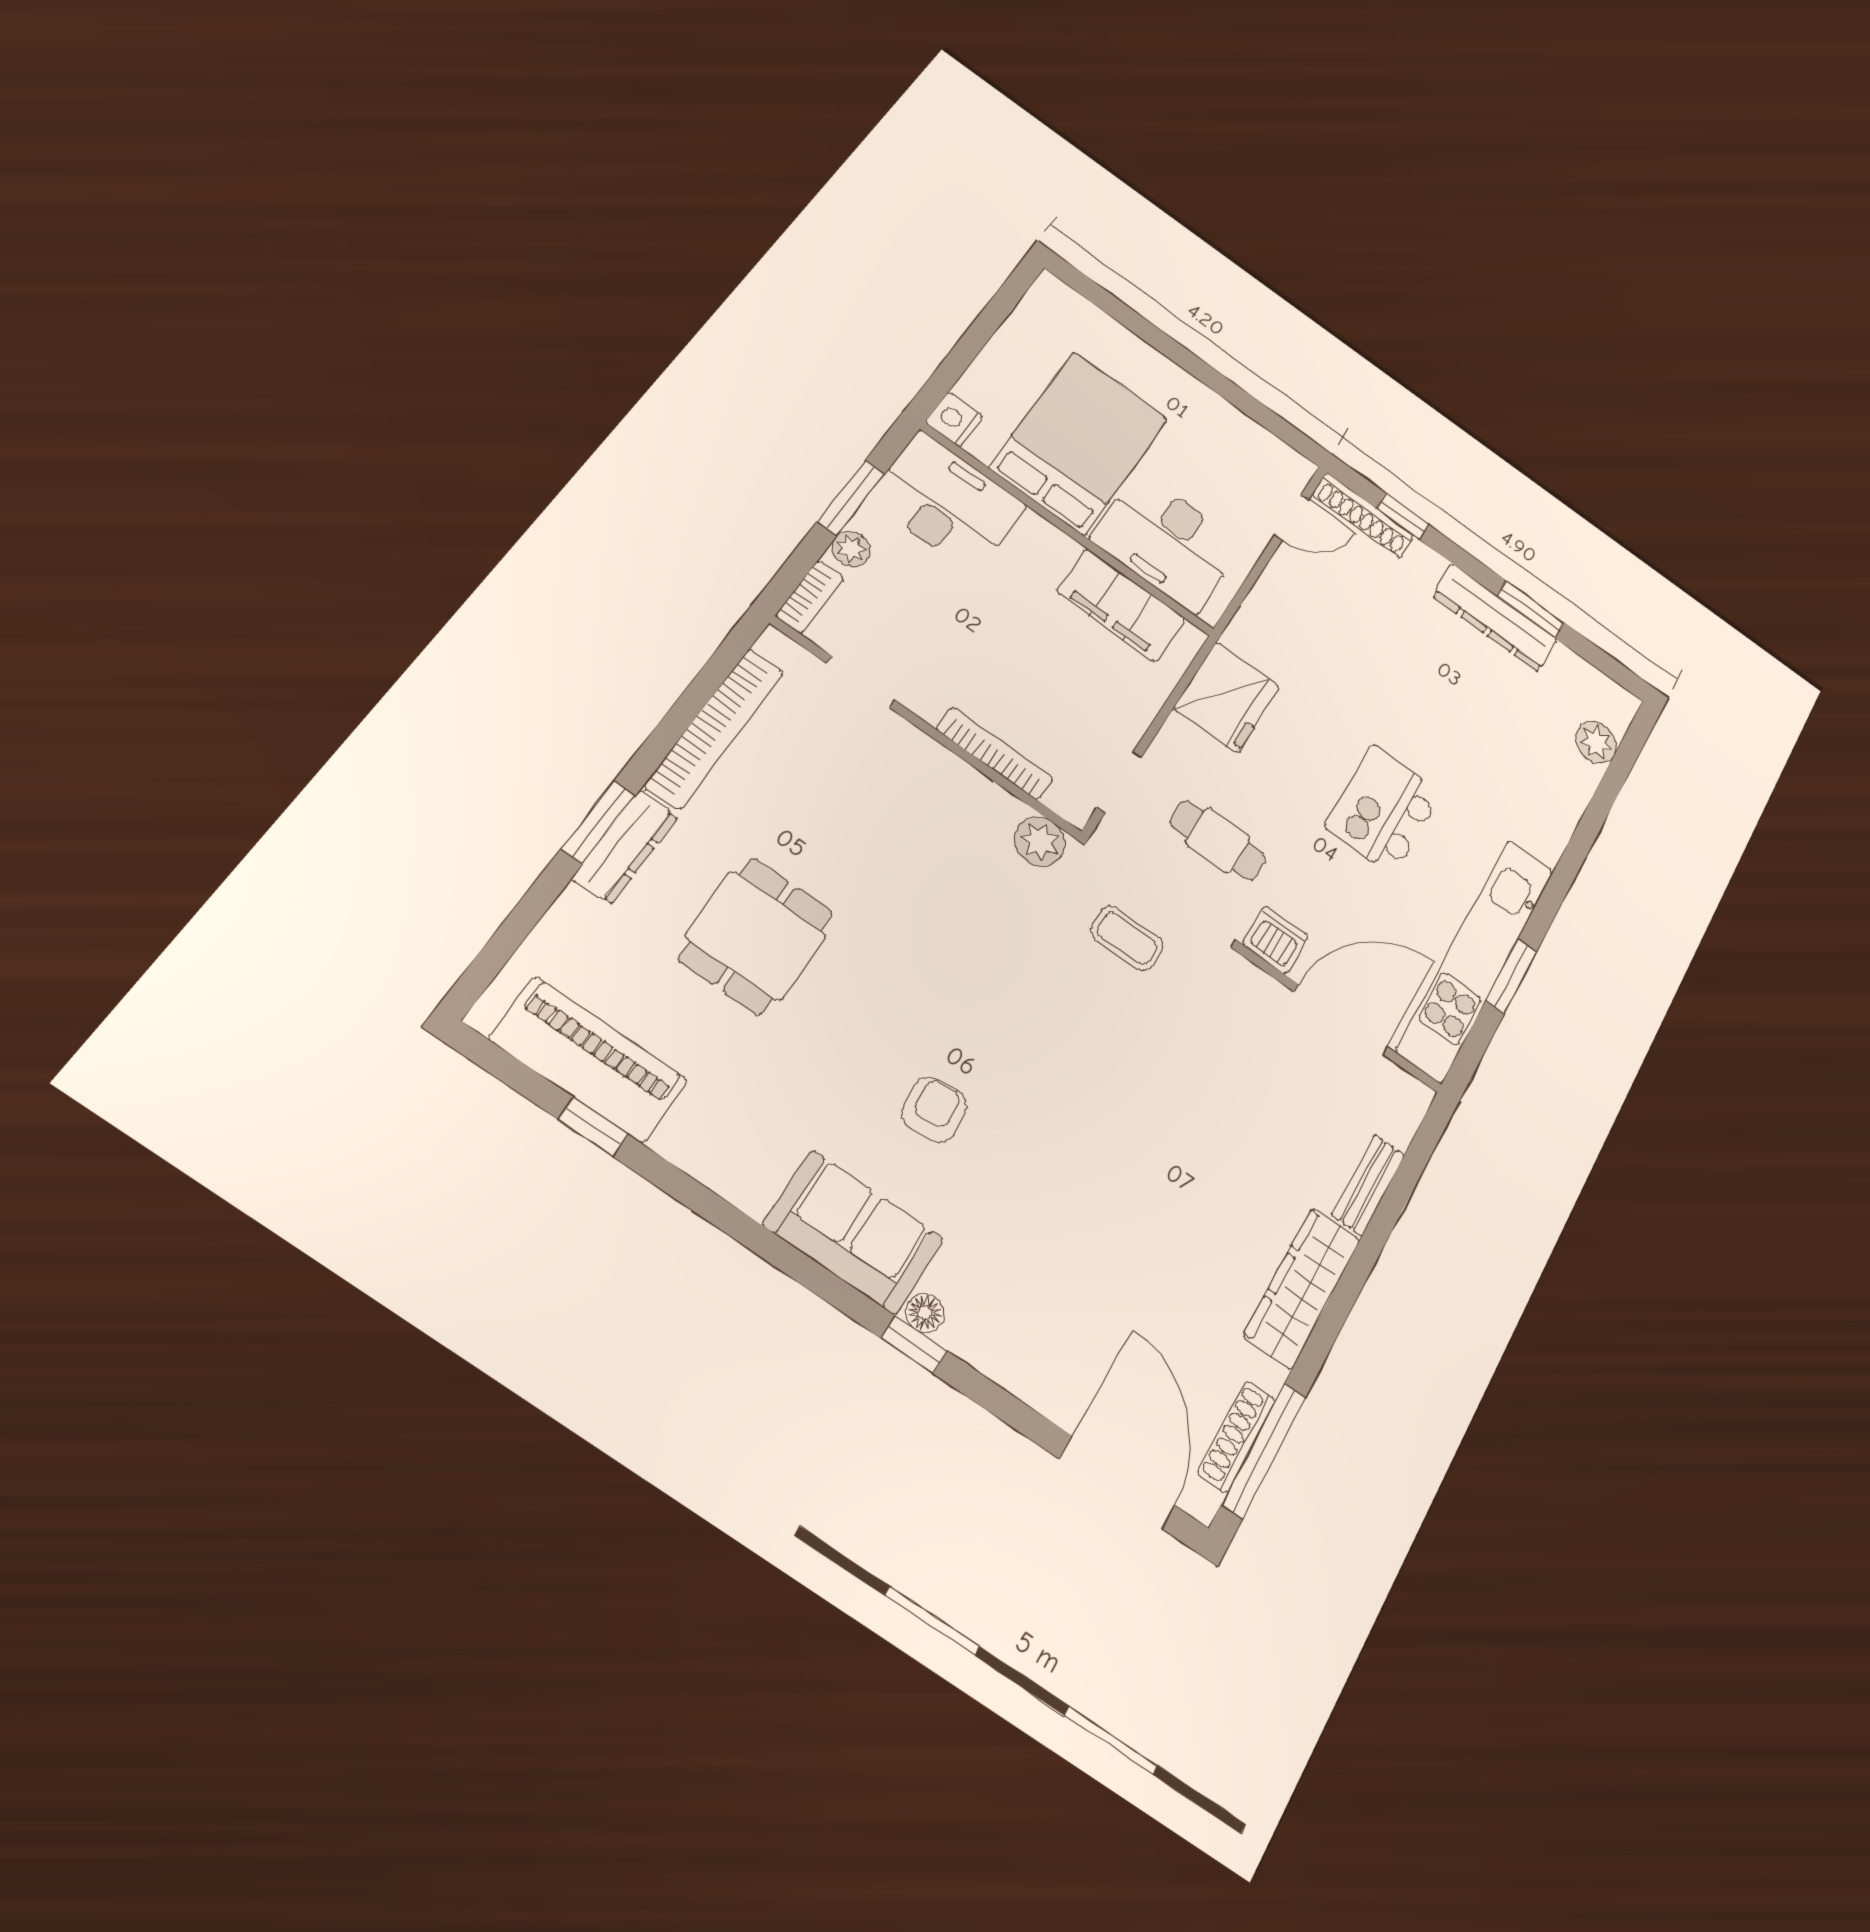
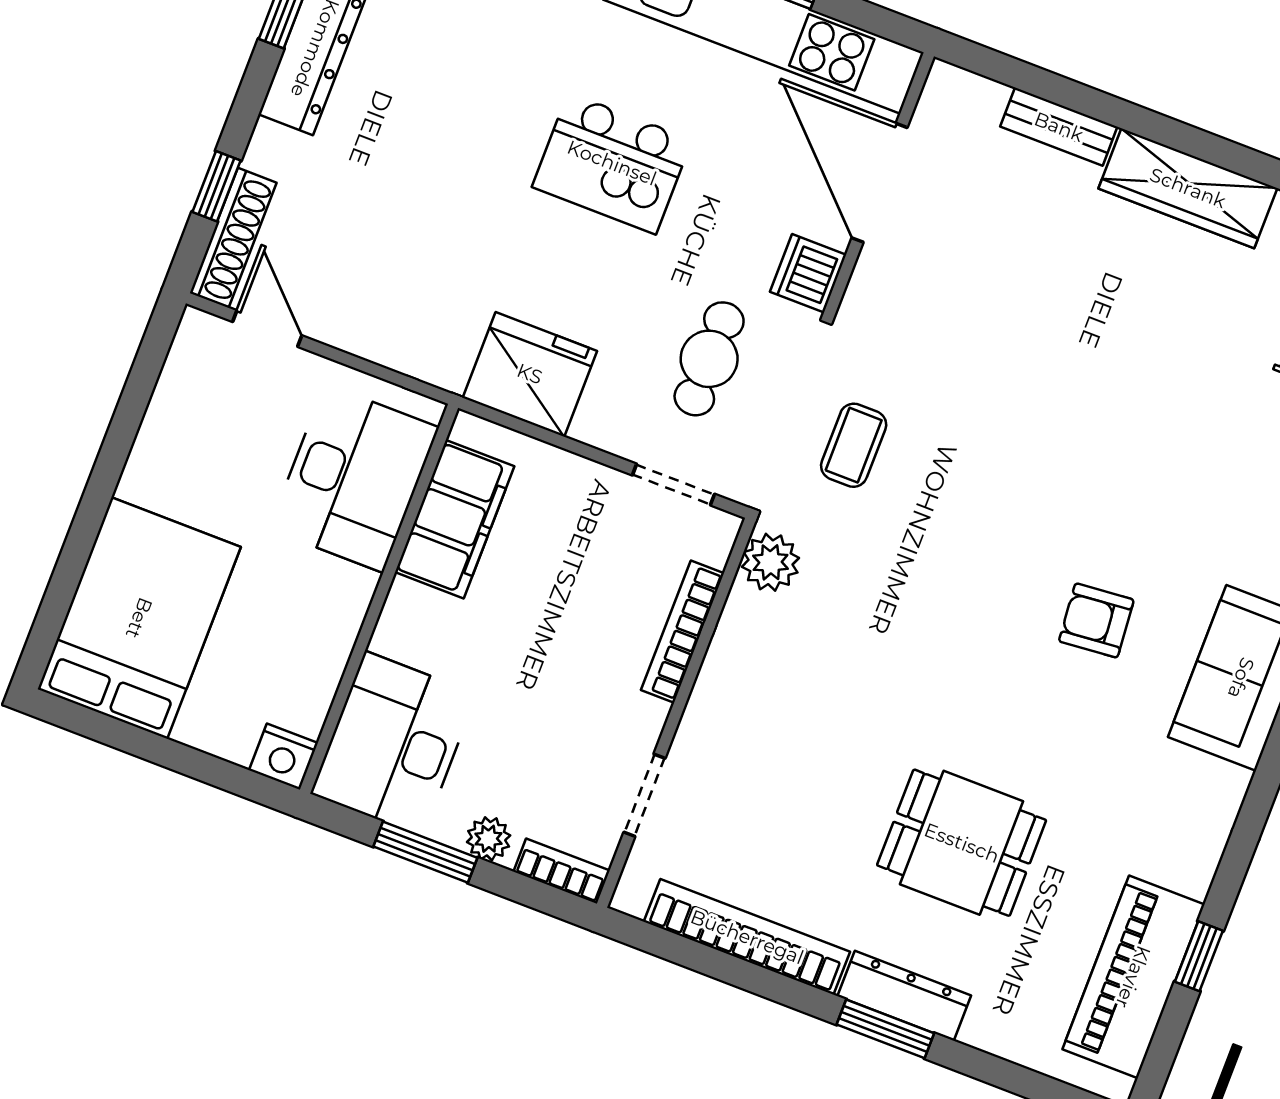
bed: (1079, 443) -> (139, 618), moved, turned 90

